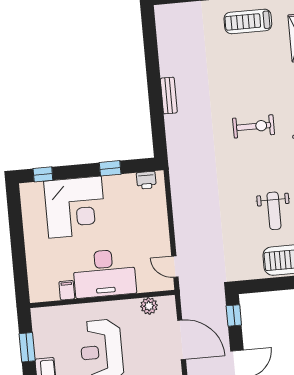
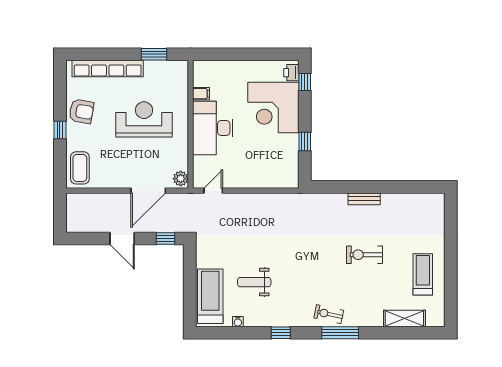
exercise bike: (254, 126) -> (365, 255), moved, turned 90
printer: (146, 180) -> (291, 73), moved
plant: (149, 306) -> (181, 179), moved

